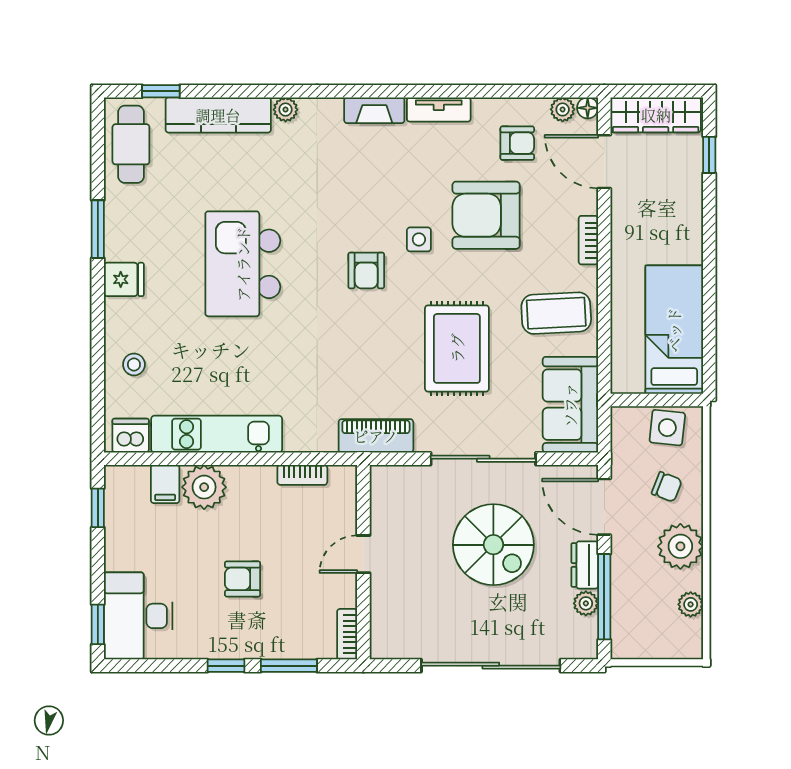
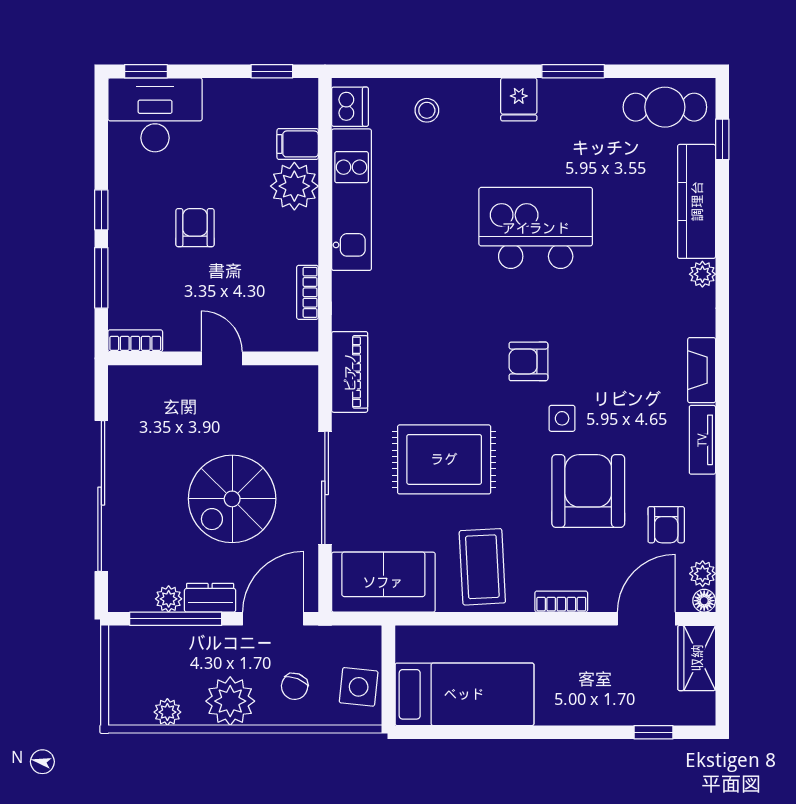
wardrobe: (656, 115) -> (697, 658), width x0.67

